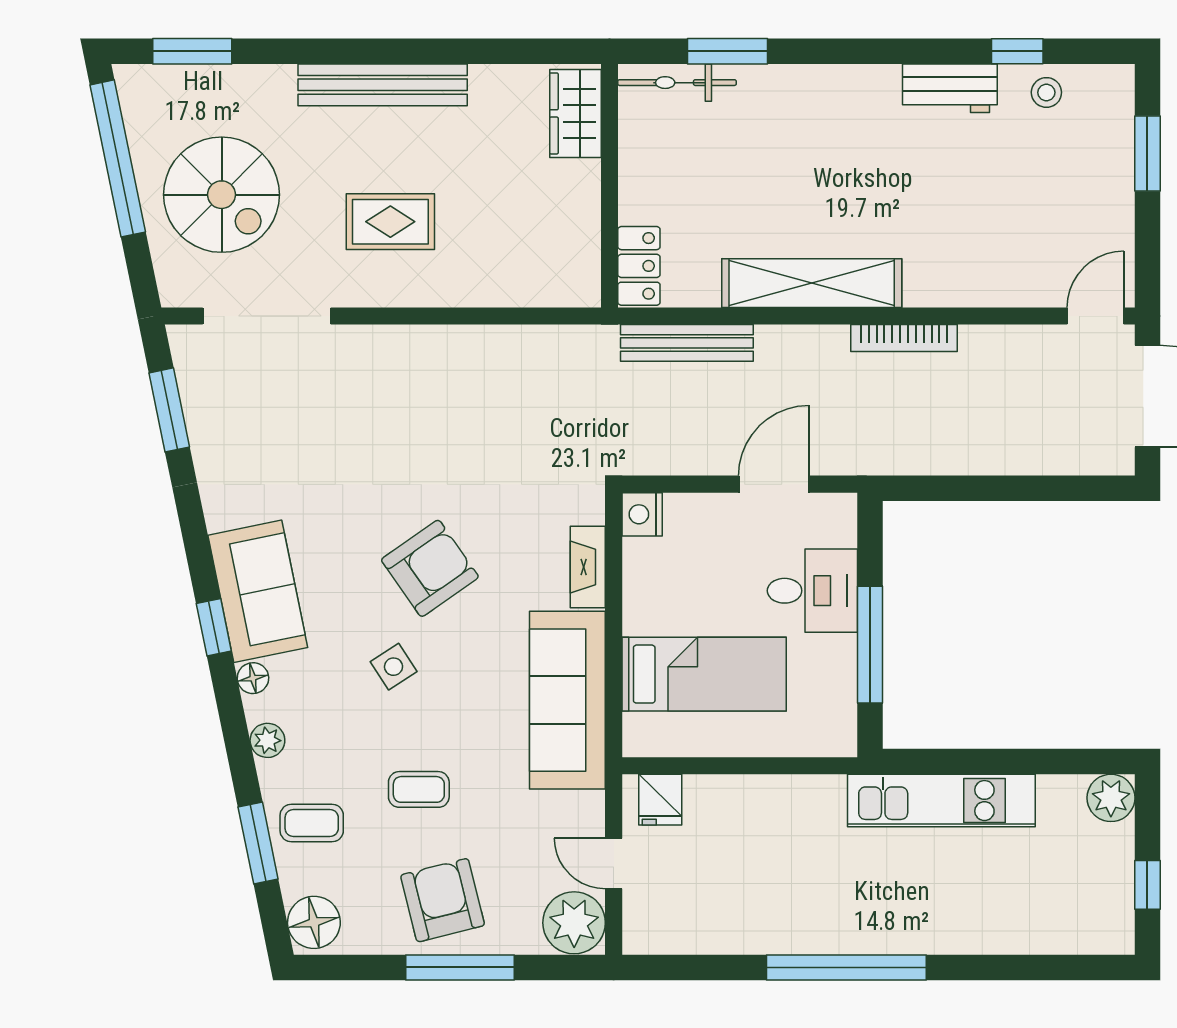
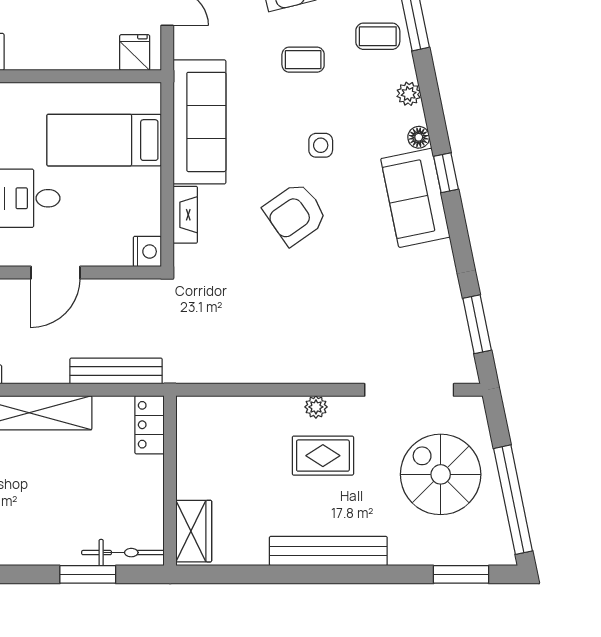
plant: (400, 291) -> (316, 407), added
side table: (394, 667) -> (321, 145), turned 33

